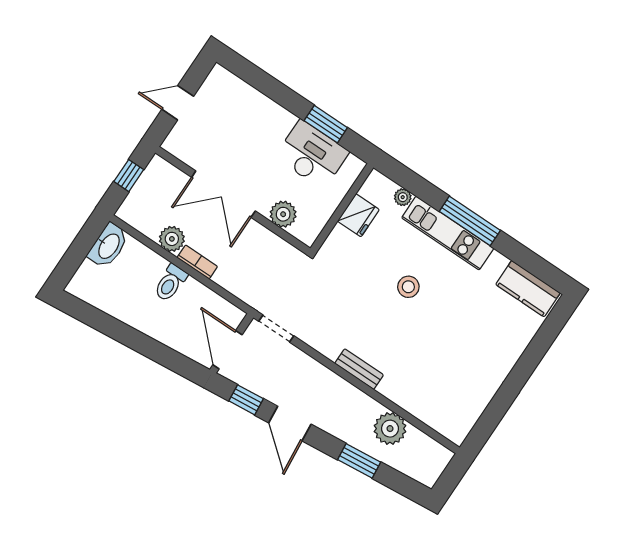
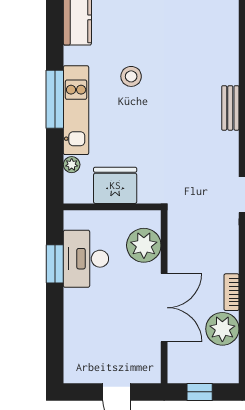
plant: (283, 214) -> (144, 245), width x1.36, depth x1.36
fridge: (358, 215) -> (115, 185), width x1.36, depth x1.34
plant: (172, 239) -> (222, 329), width x1.36, depth x1.36
stool: (408, 287) -> (131, 76), moved

